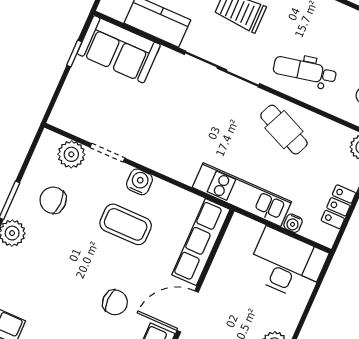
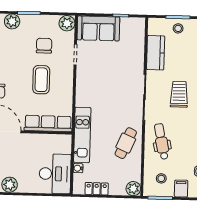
sofa: (119, 49) -> (98, 28), moved, turned -90
plant: (71, 154) -> (67, 23), moved
water cooler: (139, 182) -> (67, 78), removed
chair: (53, 200) -> (44, 46), moved

